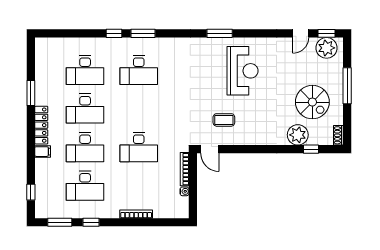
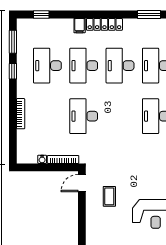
window: (31, 93) -> (149, 15), moved

